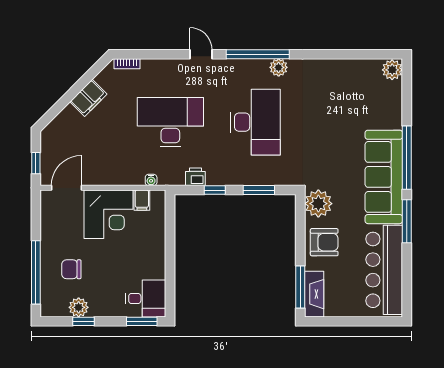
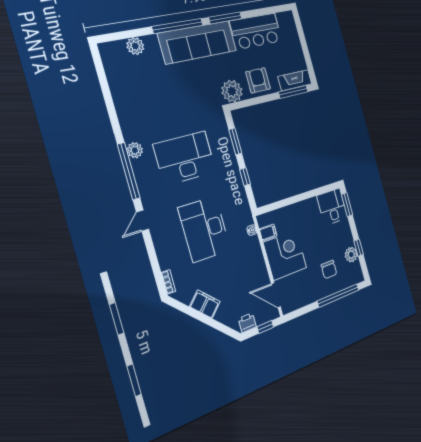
plant: (392, 70) -> (135, 46), moved
printer: (195, 177) -> (247, 323), moved, turned 90
bar counter: (384, 270) -> (256, 31), width x0.73

